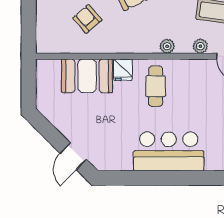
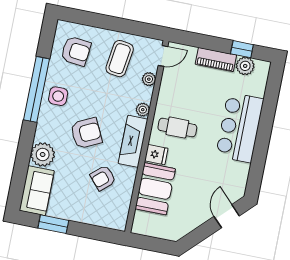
fireplace: (132, 43) -> (133, 141), added
door: (73, 156) -> (227, 216), swing flipped

